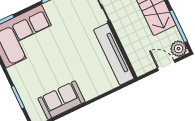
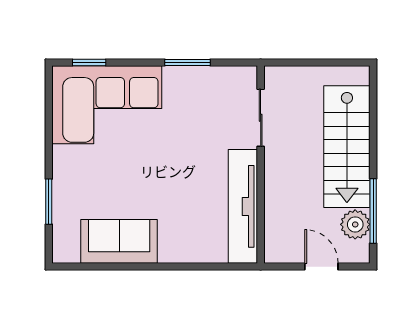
plant: (179, 49) -> (355, 224), moved

